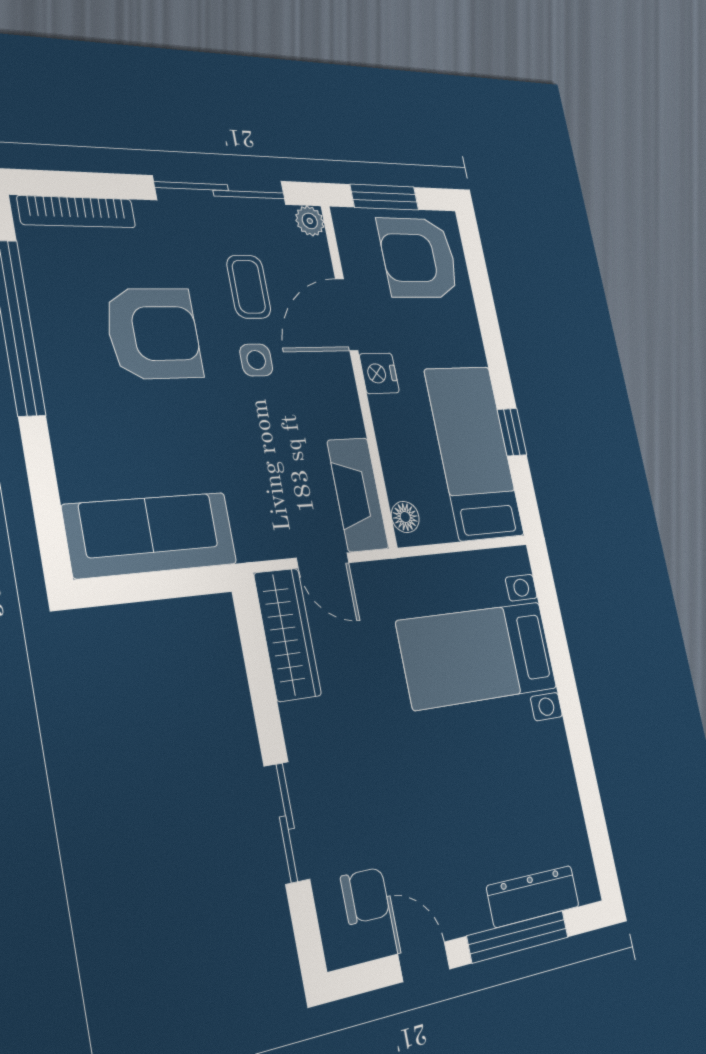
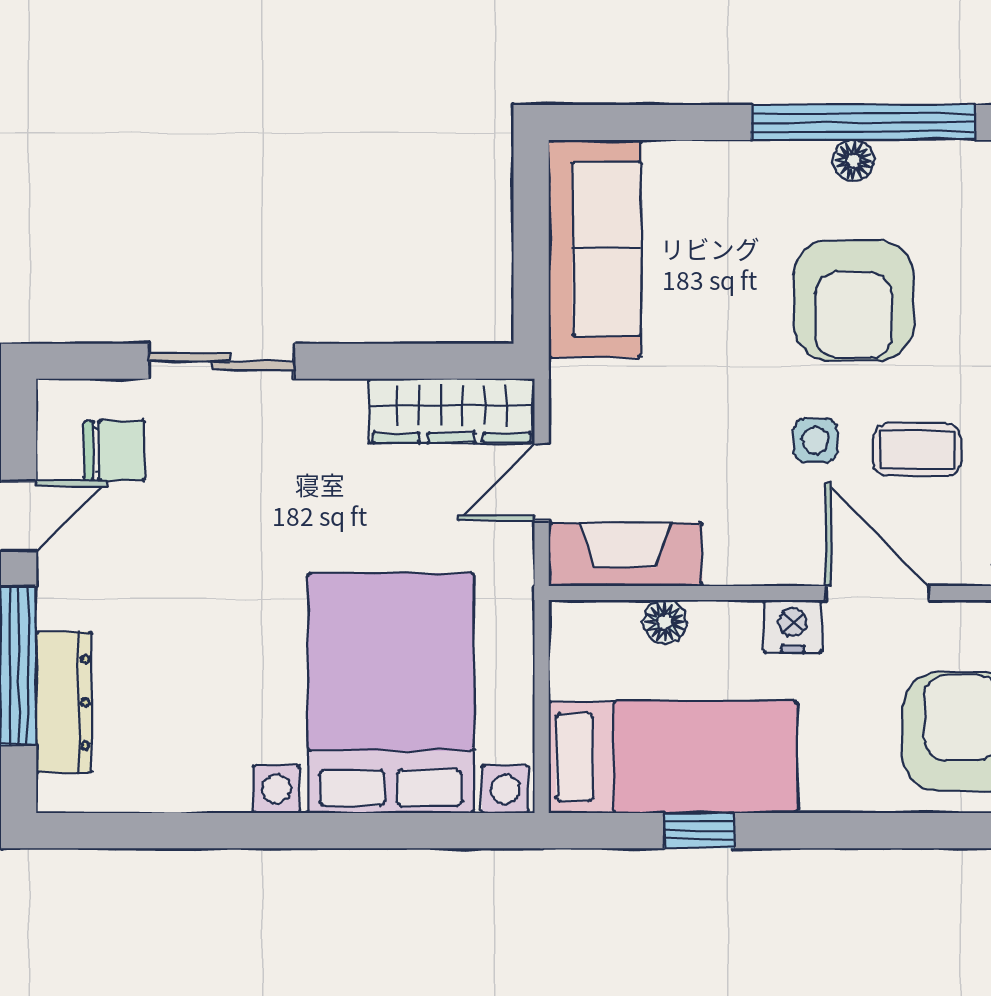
floor lamp: (48, 335) -> (853, 161), added
floor lamp: (405, 517) -> (665, 622), moved
bed with nightstands: (478, 655) -> (391, 693), width x1.36
chair: (365, 896) -> (114, 451), turned -90

